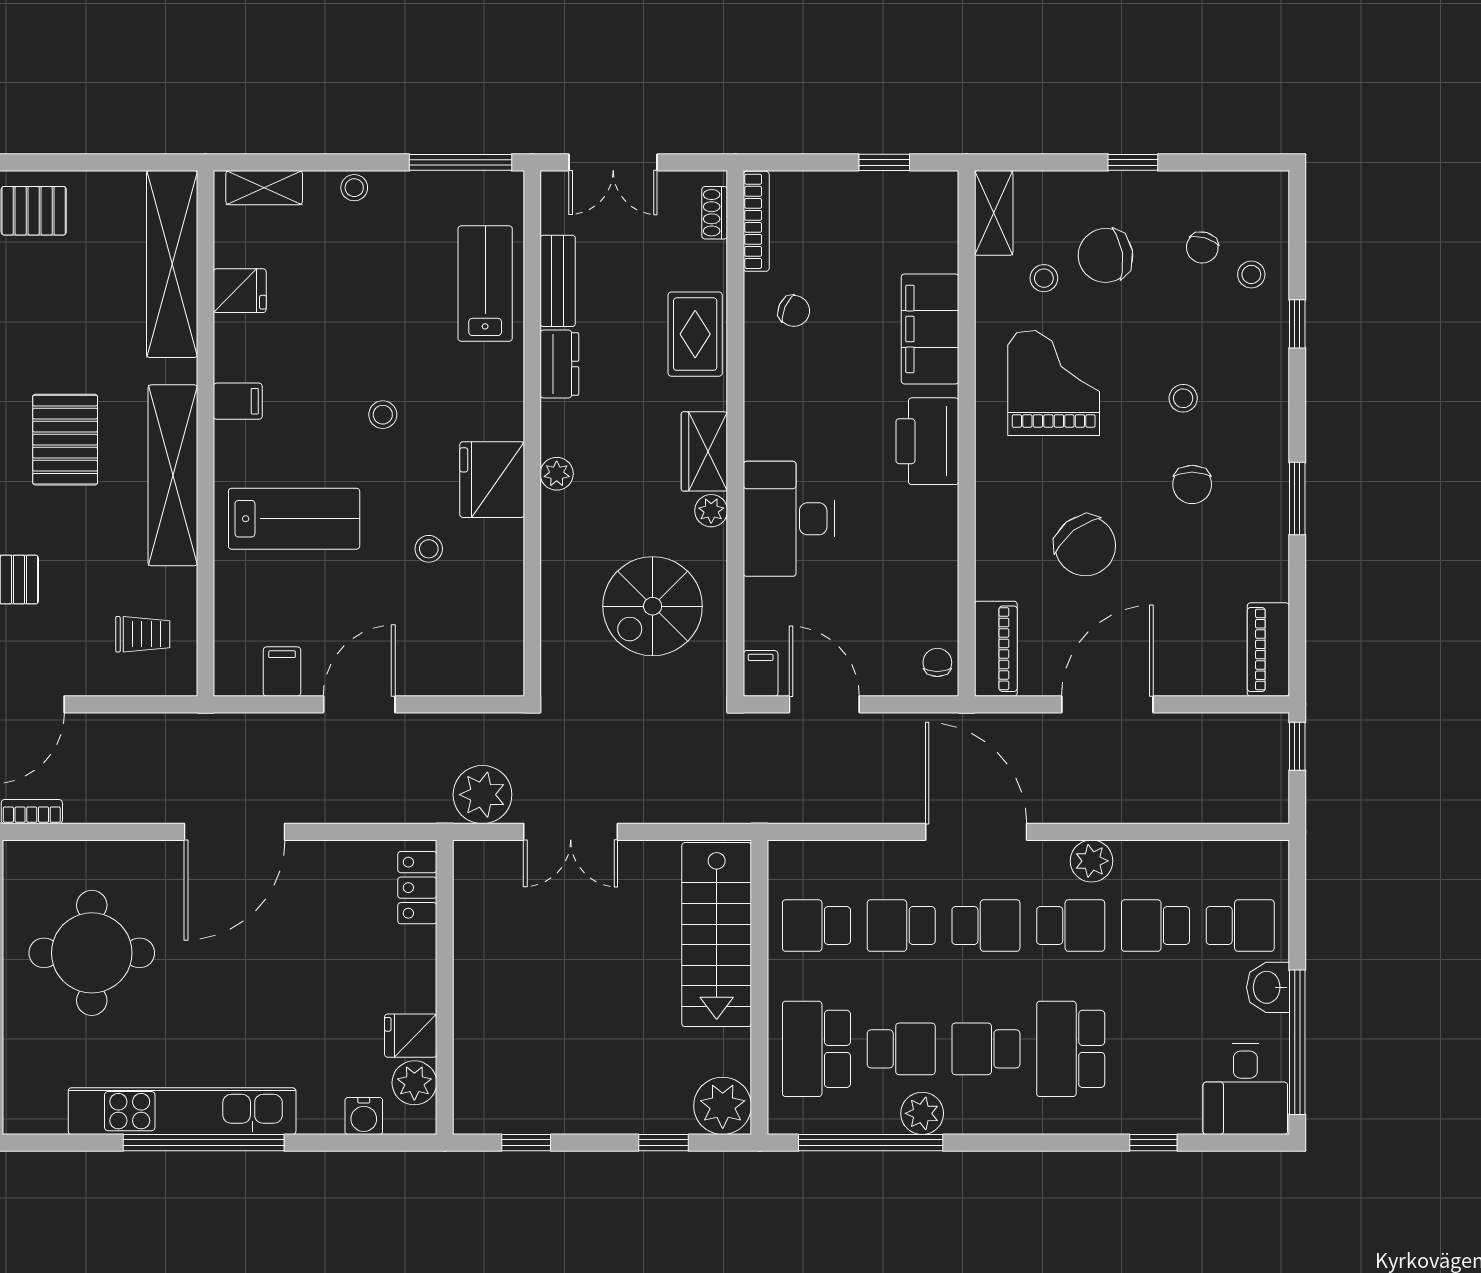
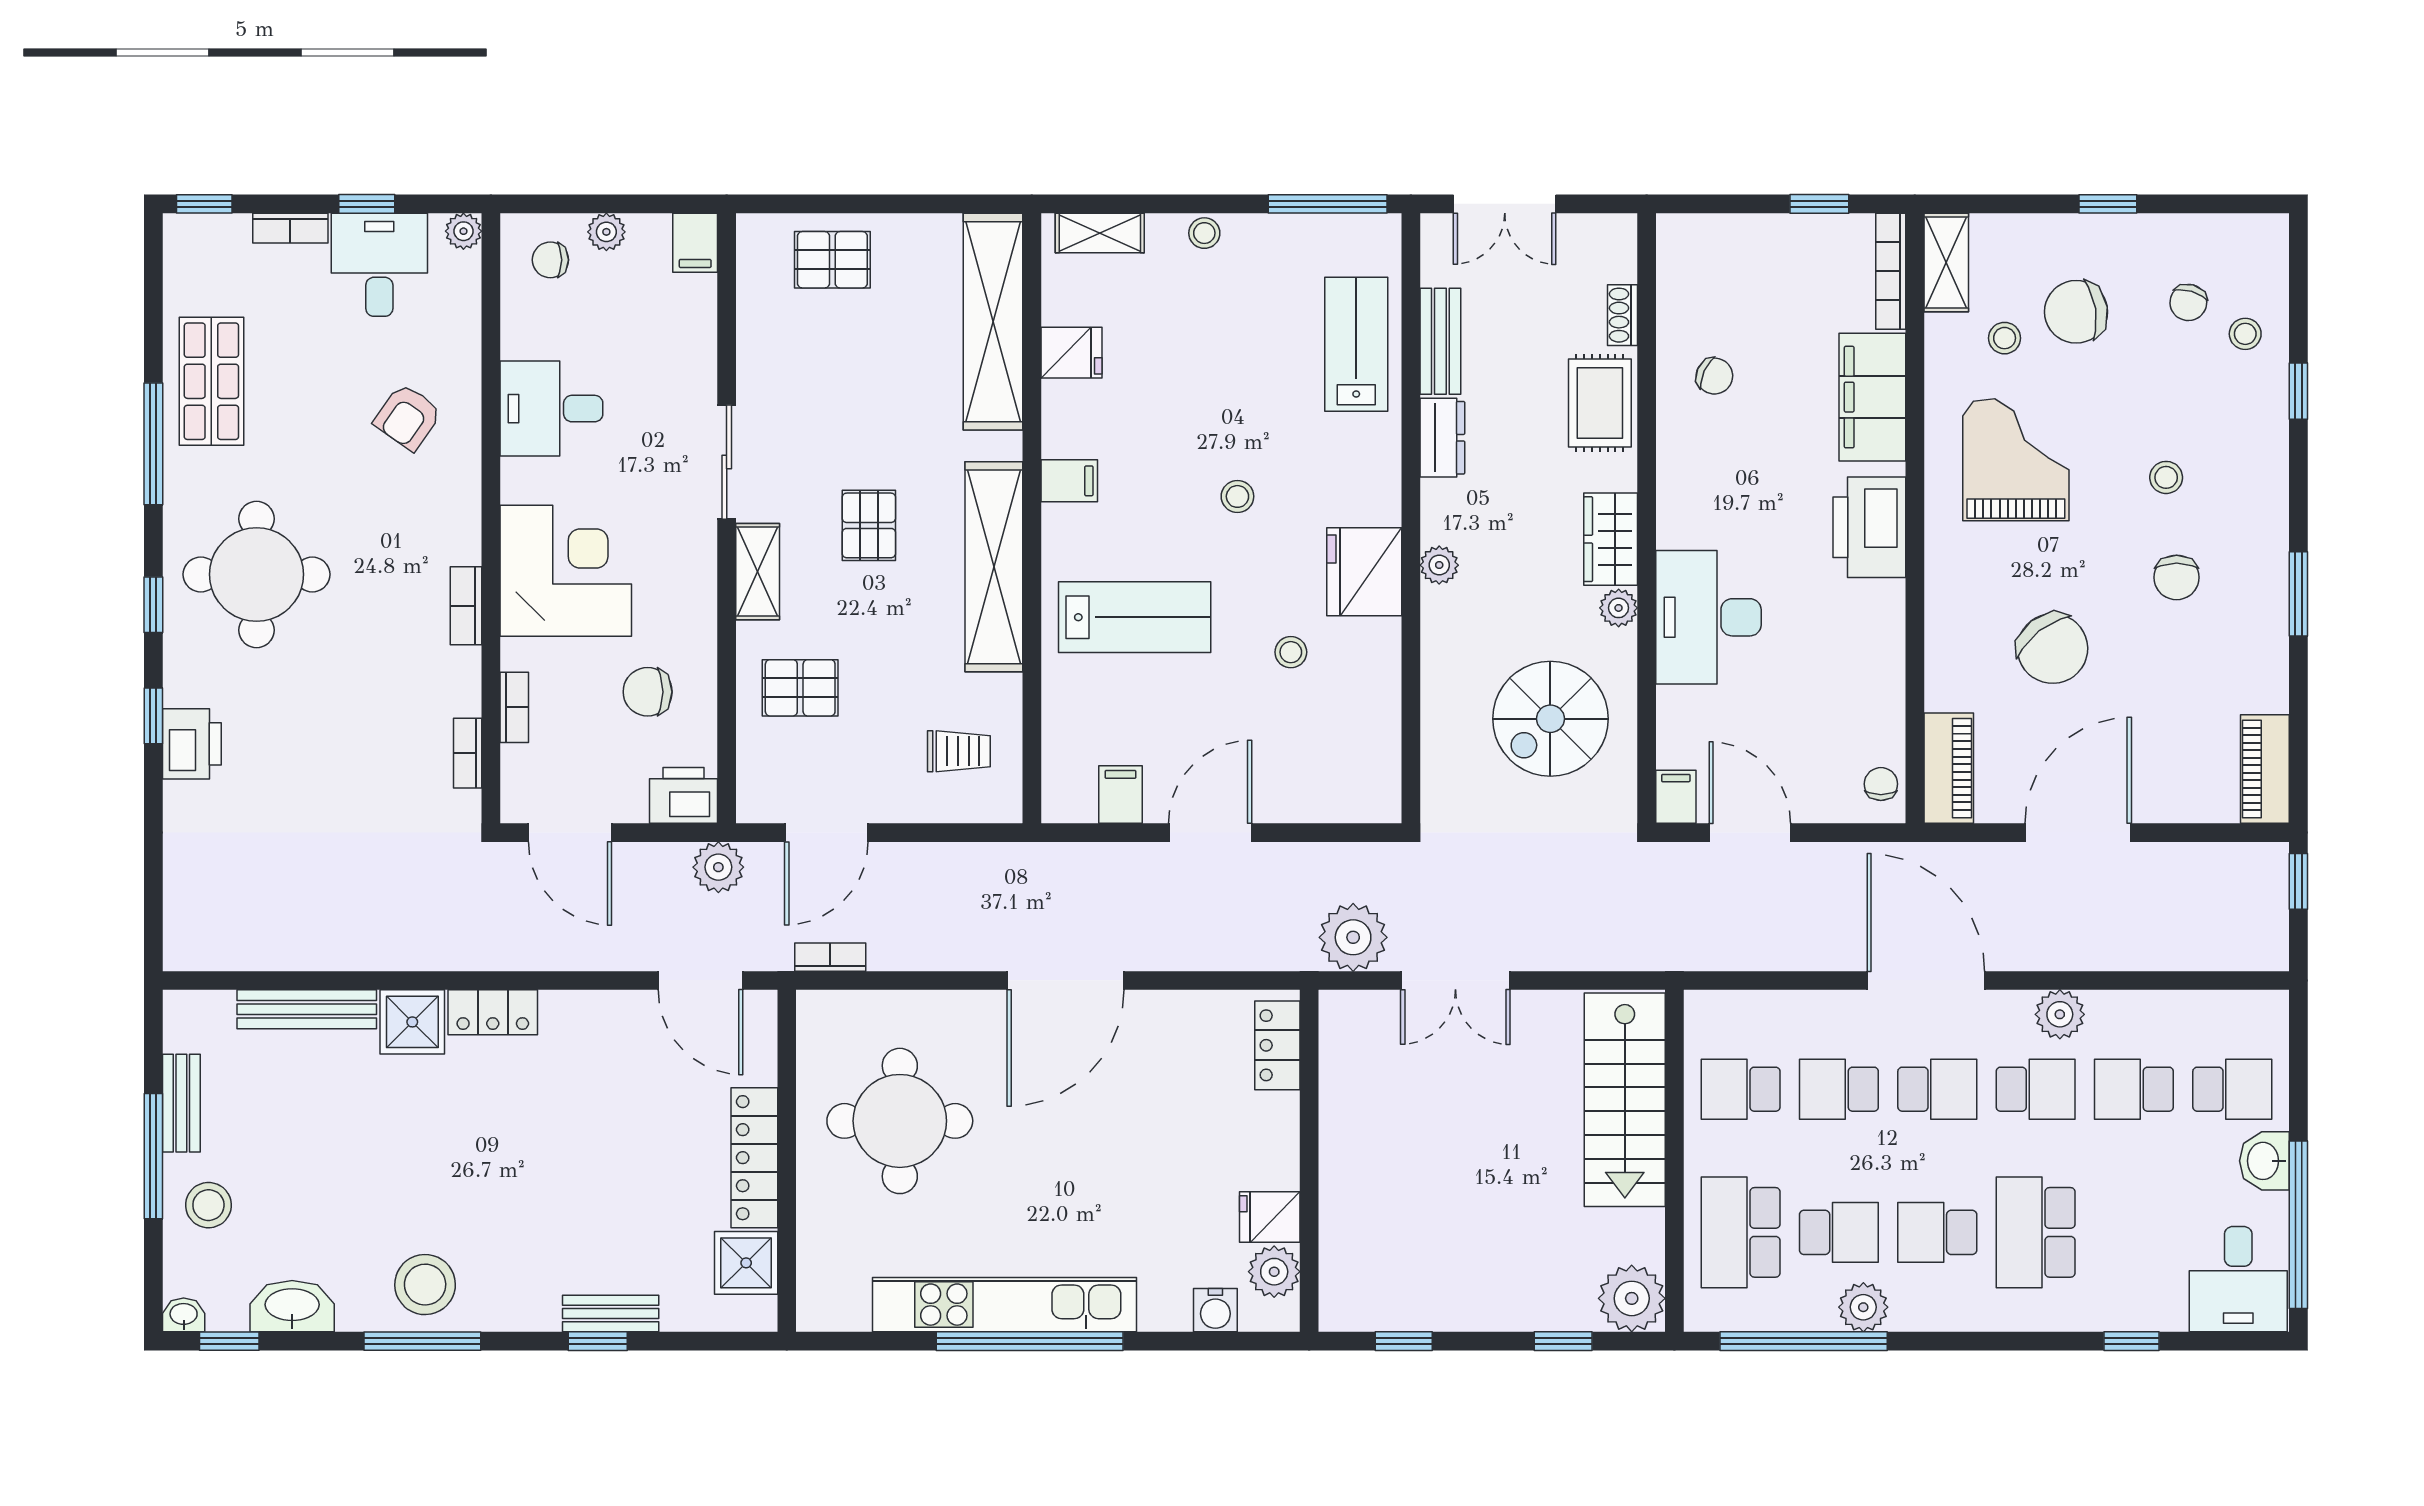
shoe rack: (715, 213) -> (1623, 315), moved
bookcase: (756, 221) -> (1891, 271), moved, turned 180
pallet: (65, 440) -> (869, 525), width x0.67, depth x0.71

